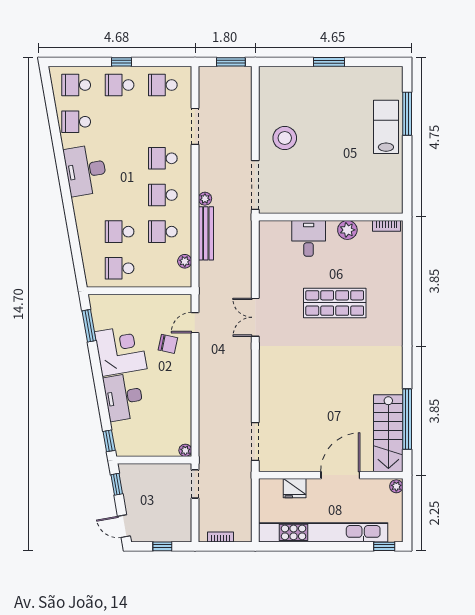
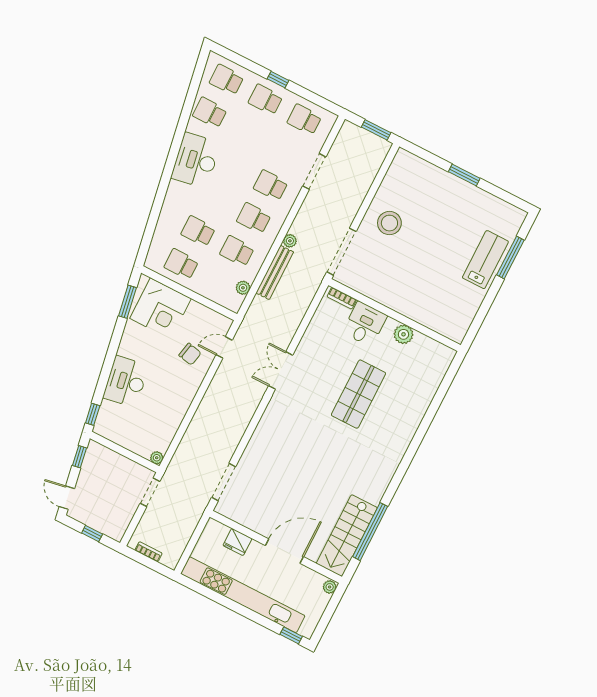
bookcase: (387, 226) -> (342, 298), moved
shop shelf: (335, 303) -> (359, 394), turned 90
corner desk: (121, 350) -> (160, 308), moved, turned 100

